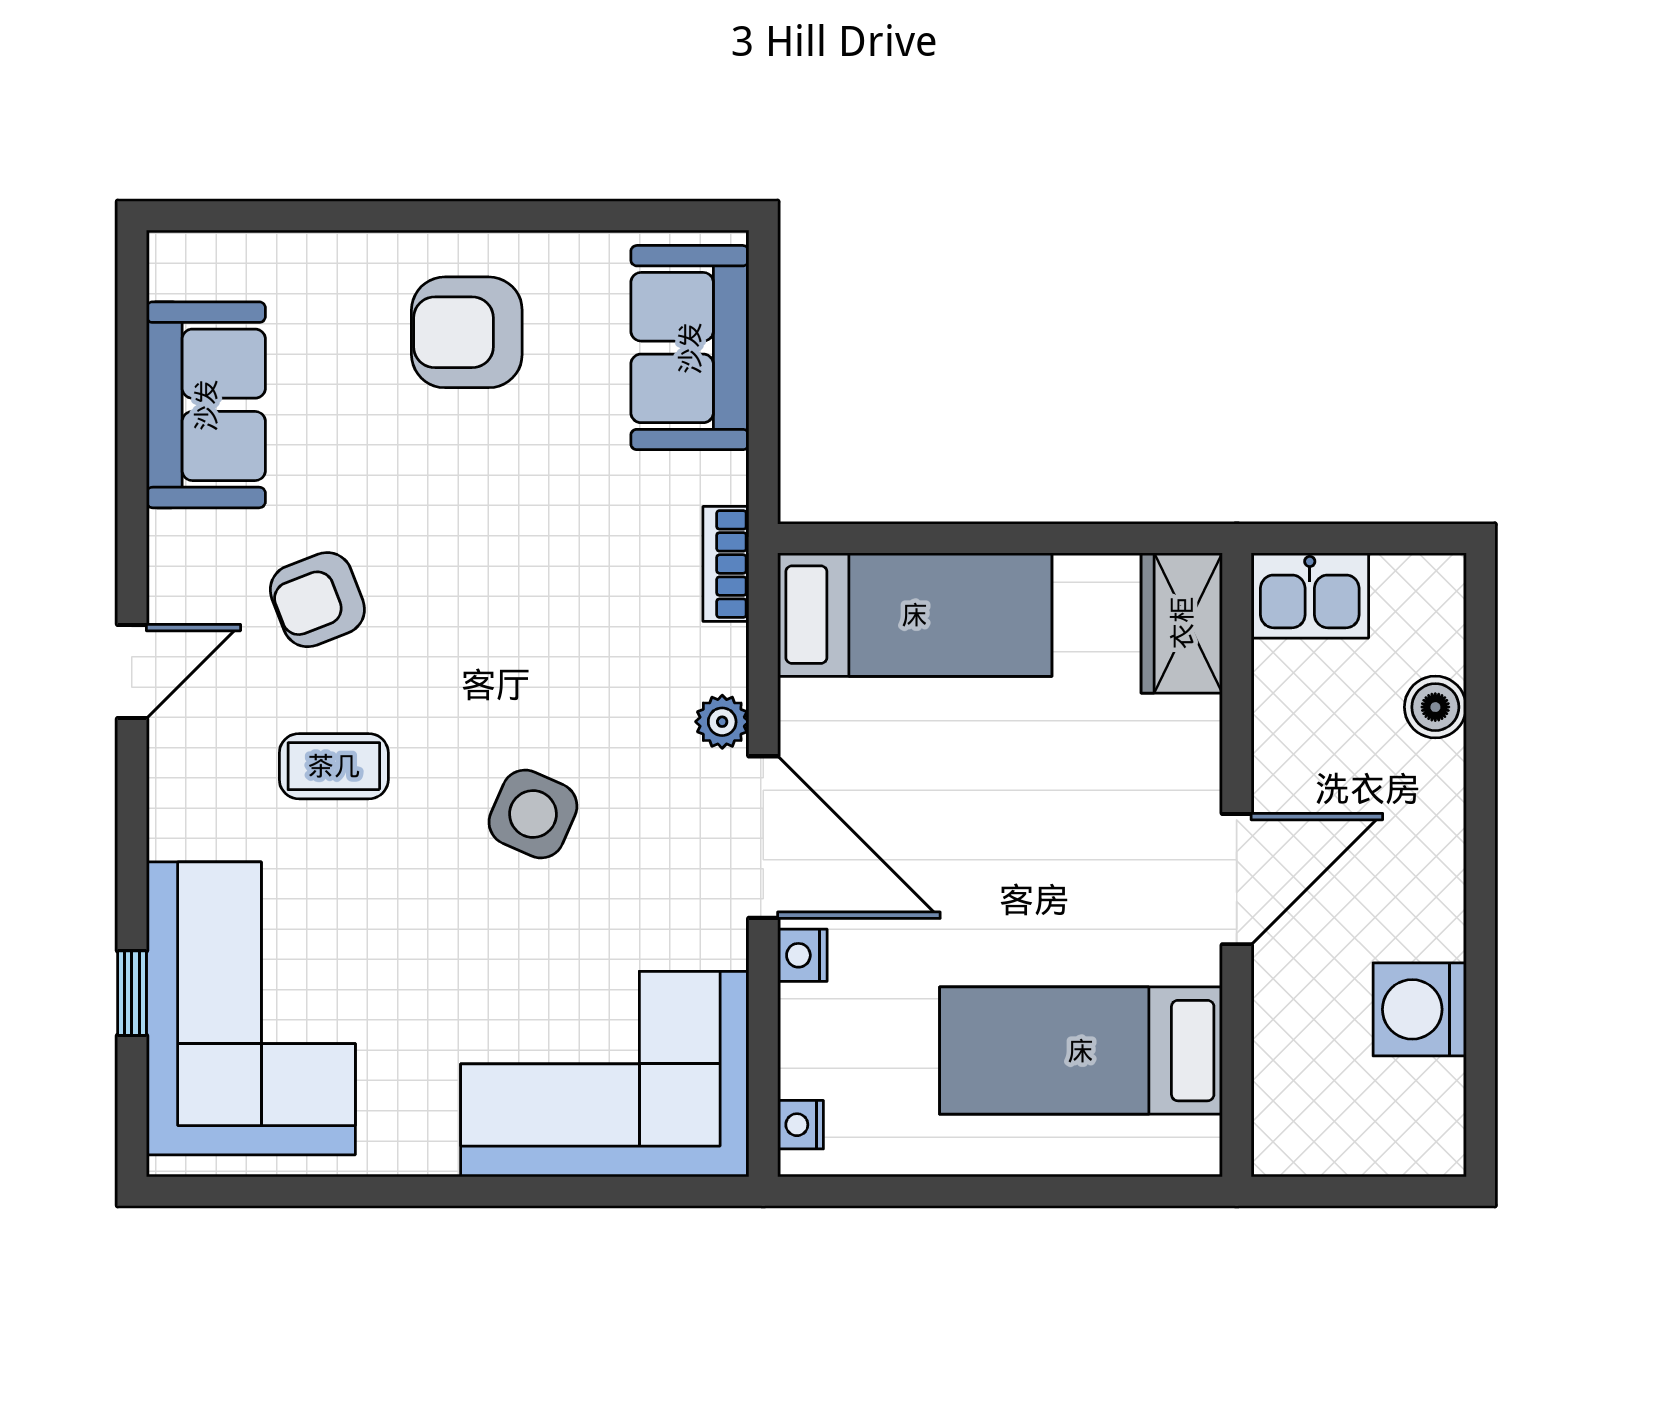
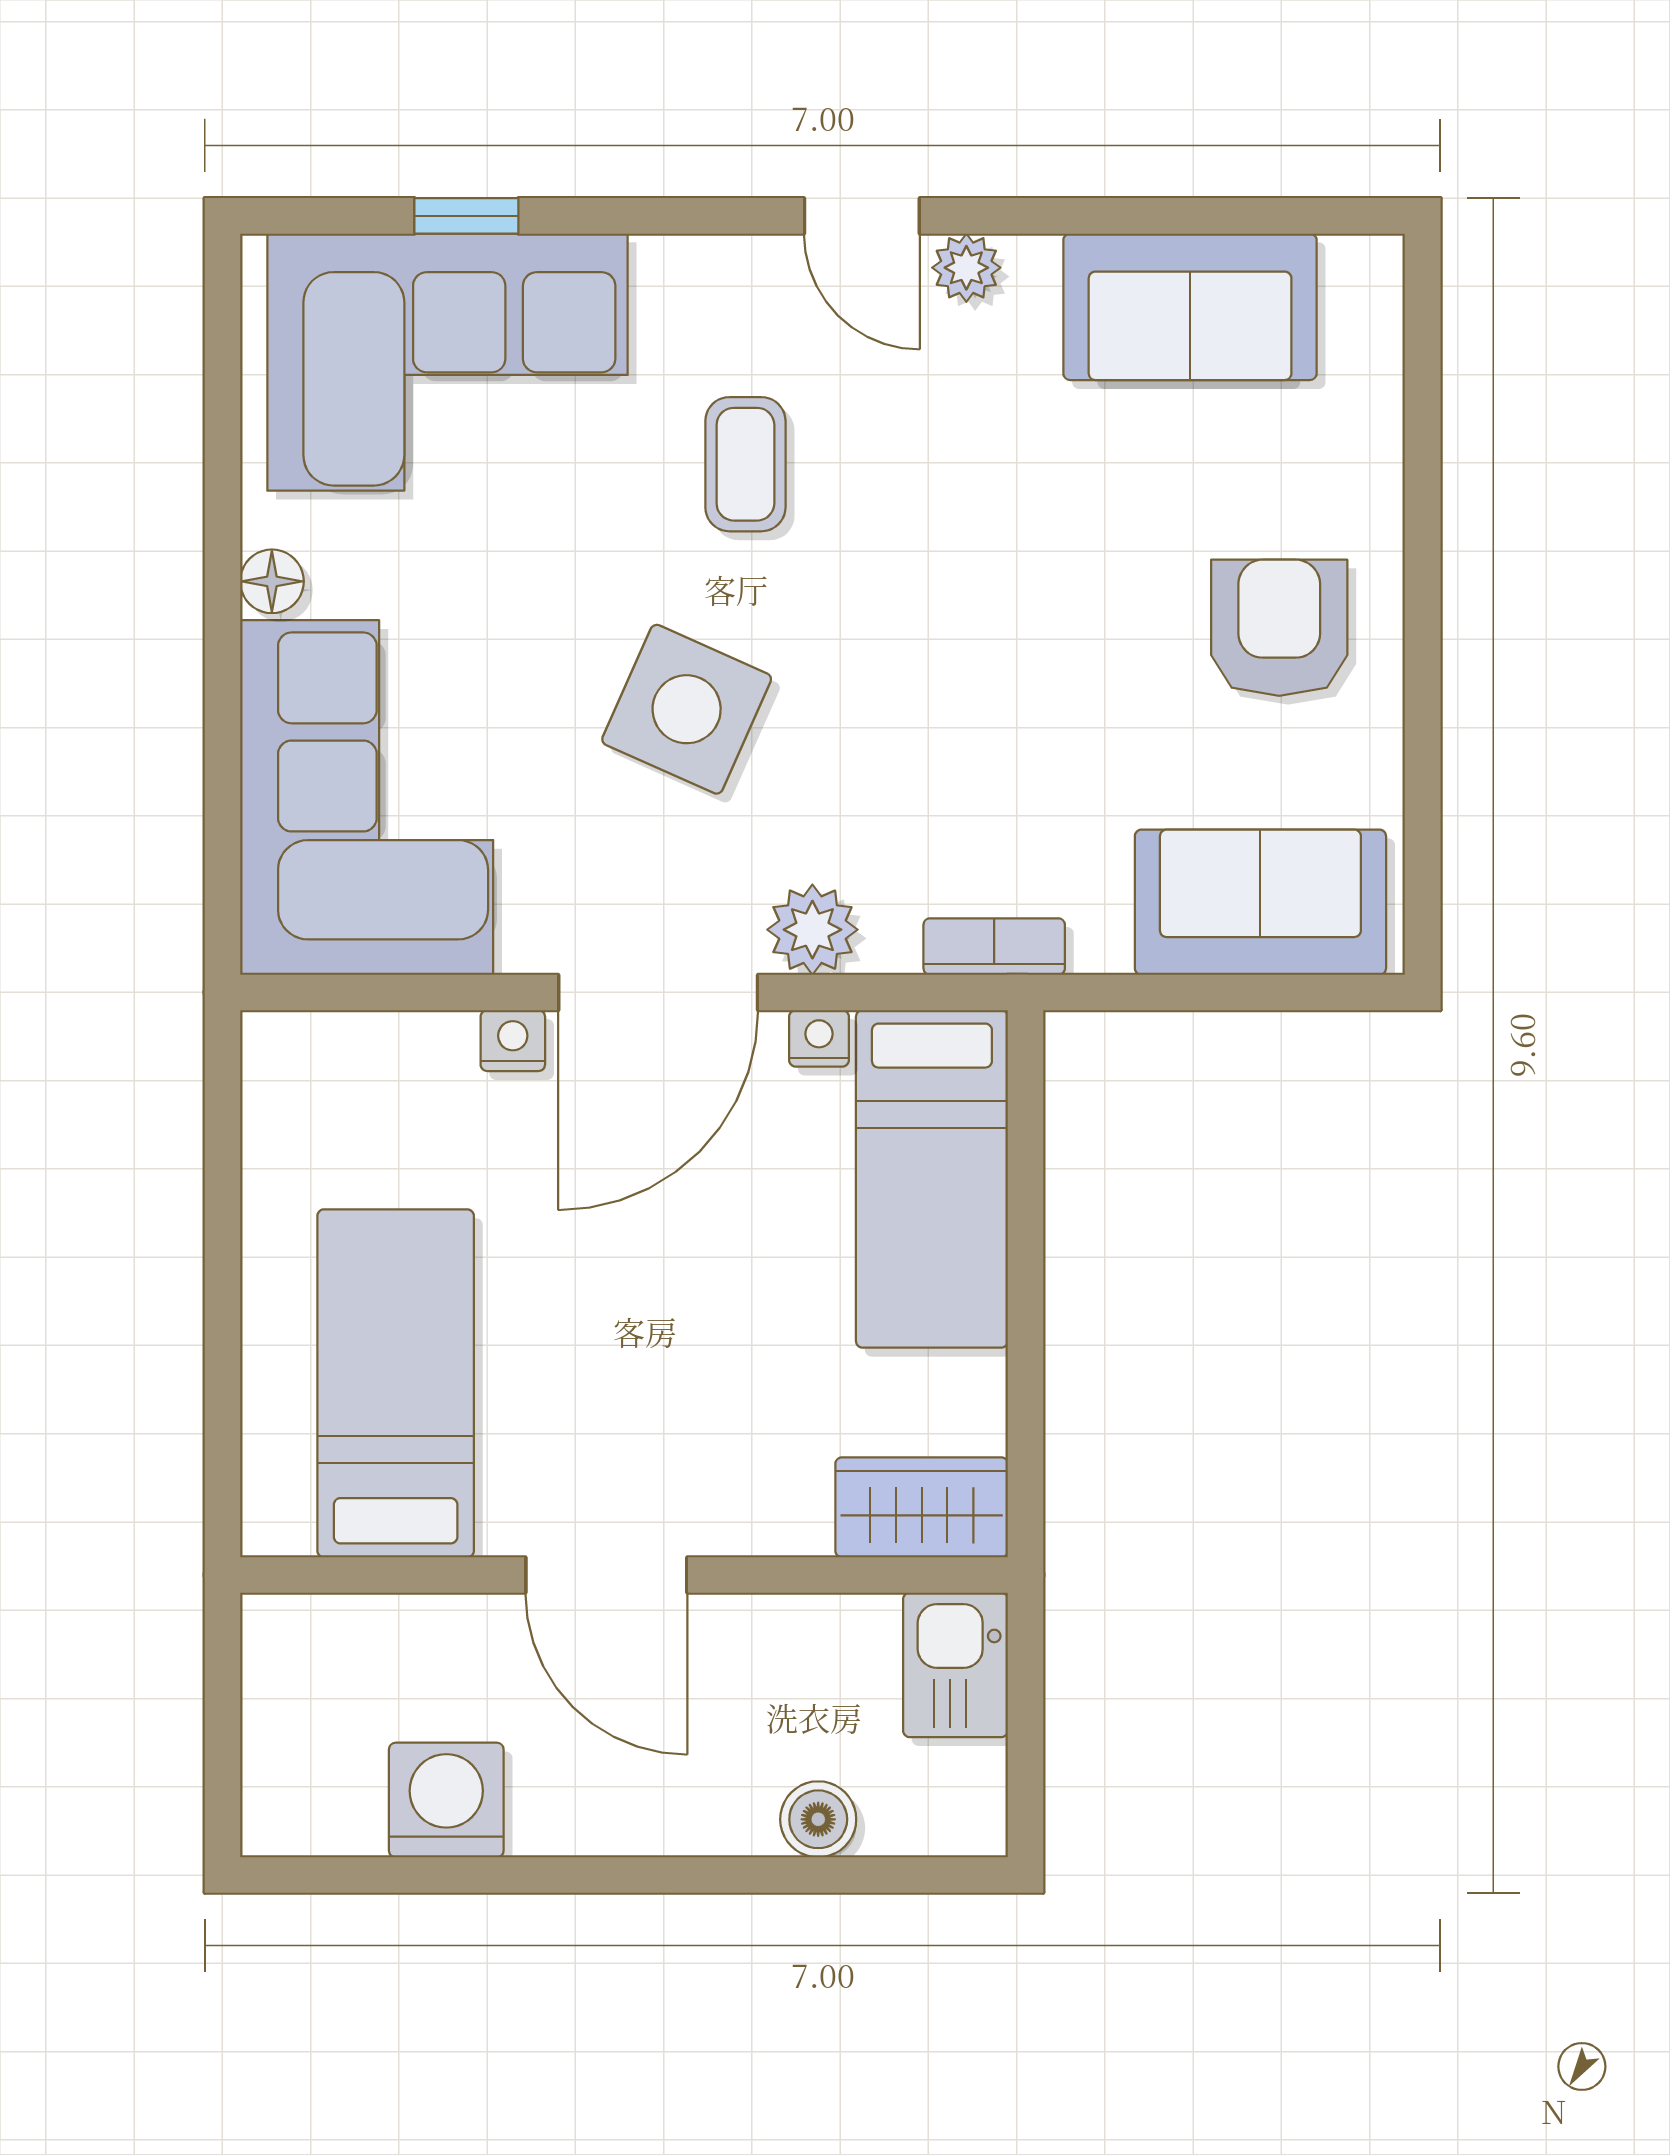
plant: (174, 587) -> (966, 268), added
armchair: (317, 600) -> (950, 444), removed
plant: (722, 722) -> (812, 930), width x1.38, depth x1.38
side table: (533, 814) -> (687, 709), width x1.37, depth x1.37
nightstand: (801, 1125) -> (819, 1038), moved
floor lamp: (429, 1151) -> (272, 581), added

